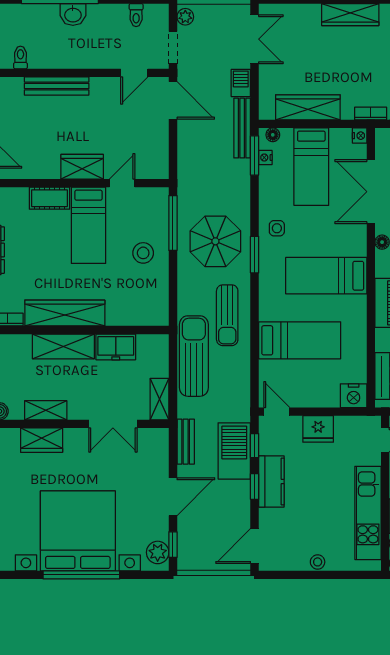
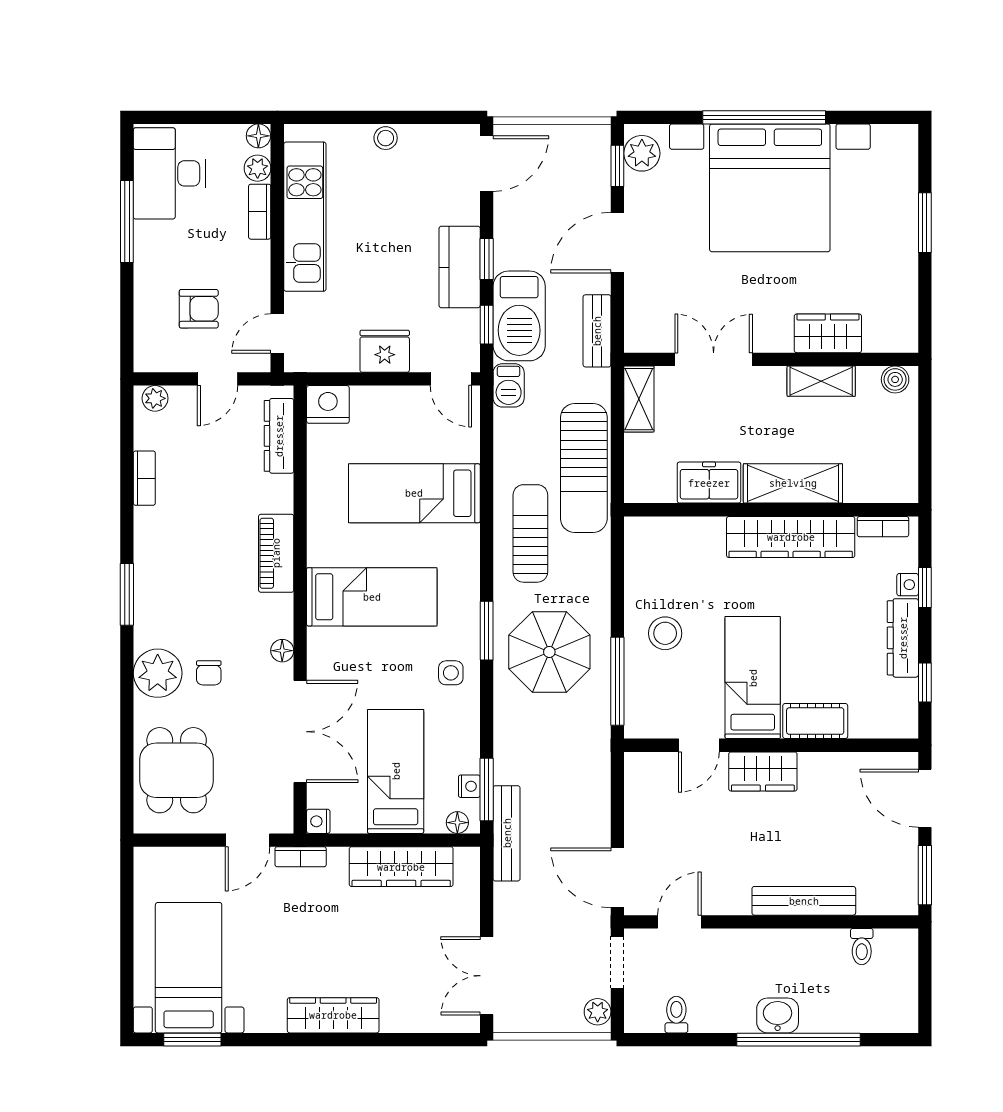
barbecue: (241, 83) -> (509, 385), moved

